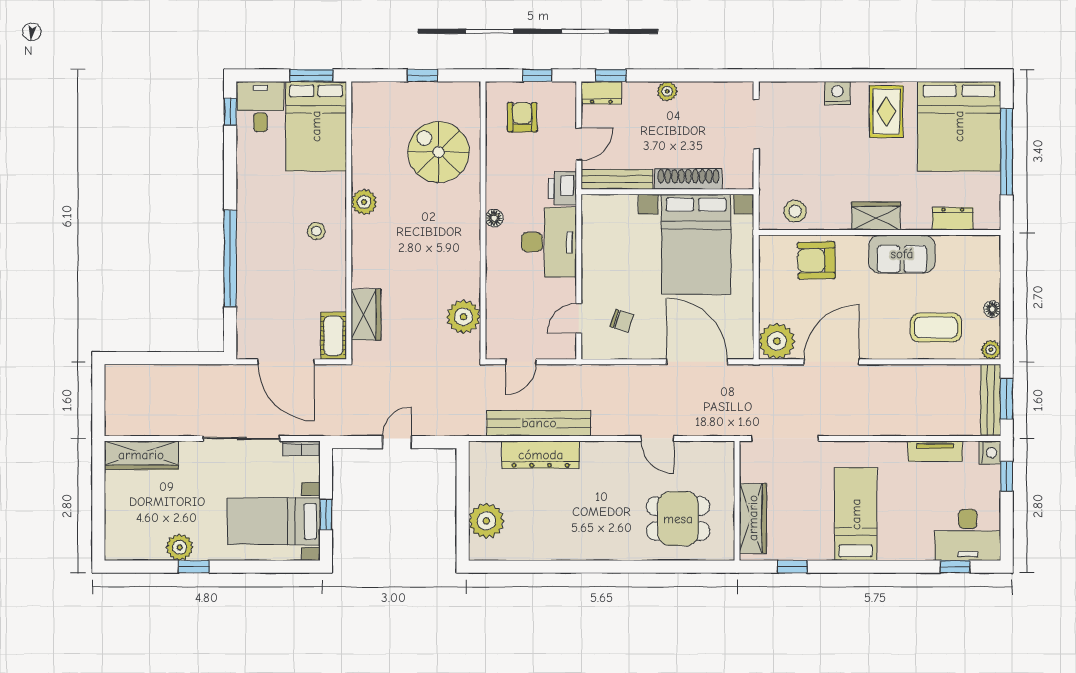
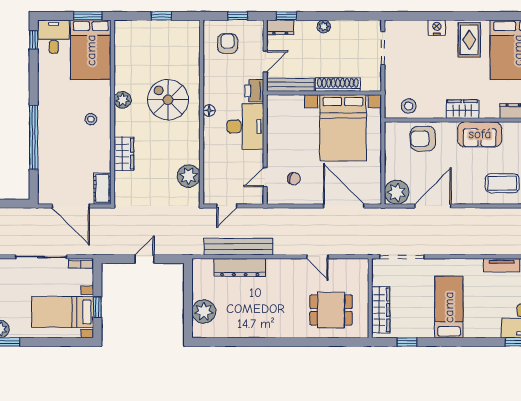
spiral stairs: (438, 152) -> (168, 100), moved
wardrobe: (366, 315) -> (124, 154), moved

